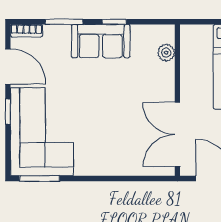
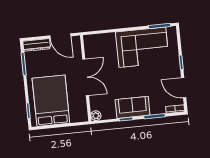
plant: (166, 53) -> (96, 116), moved
corner sofa: (42, 132) -> (142, 47), moved, turned -90
double door: (177, 135) -> (86, 77), moved

